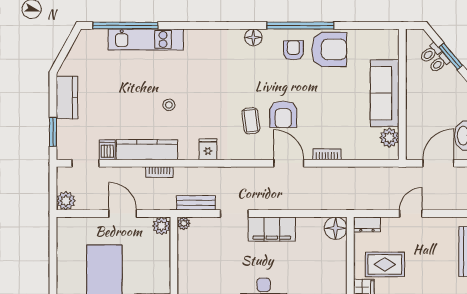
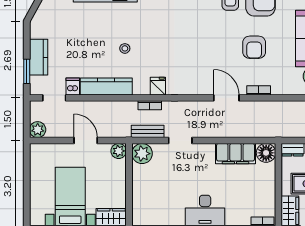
kitchen counter: (67, 98) -> (39, 57), moved
armchair: (283, 114) -> (254, 47), moved
coffee table: (251, 121) -> (194, 62), removed
bookcase: (159, 172) -> (150, 105), moved
plant: (184, 223) -> (142, 154), width x1.87, depth x1.87
filing cabinet: (272, 229) -> (236, 154), moved

